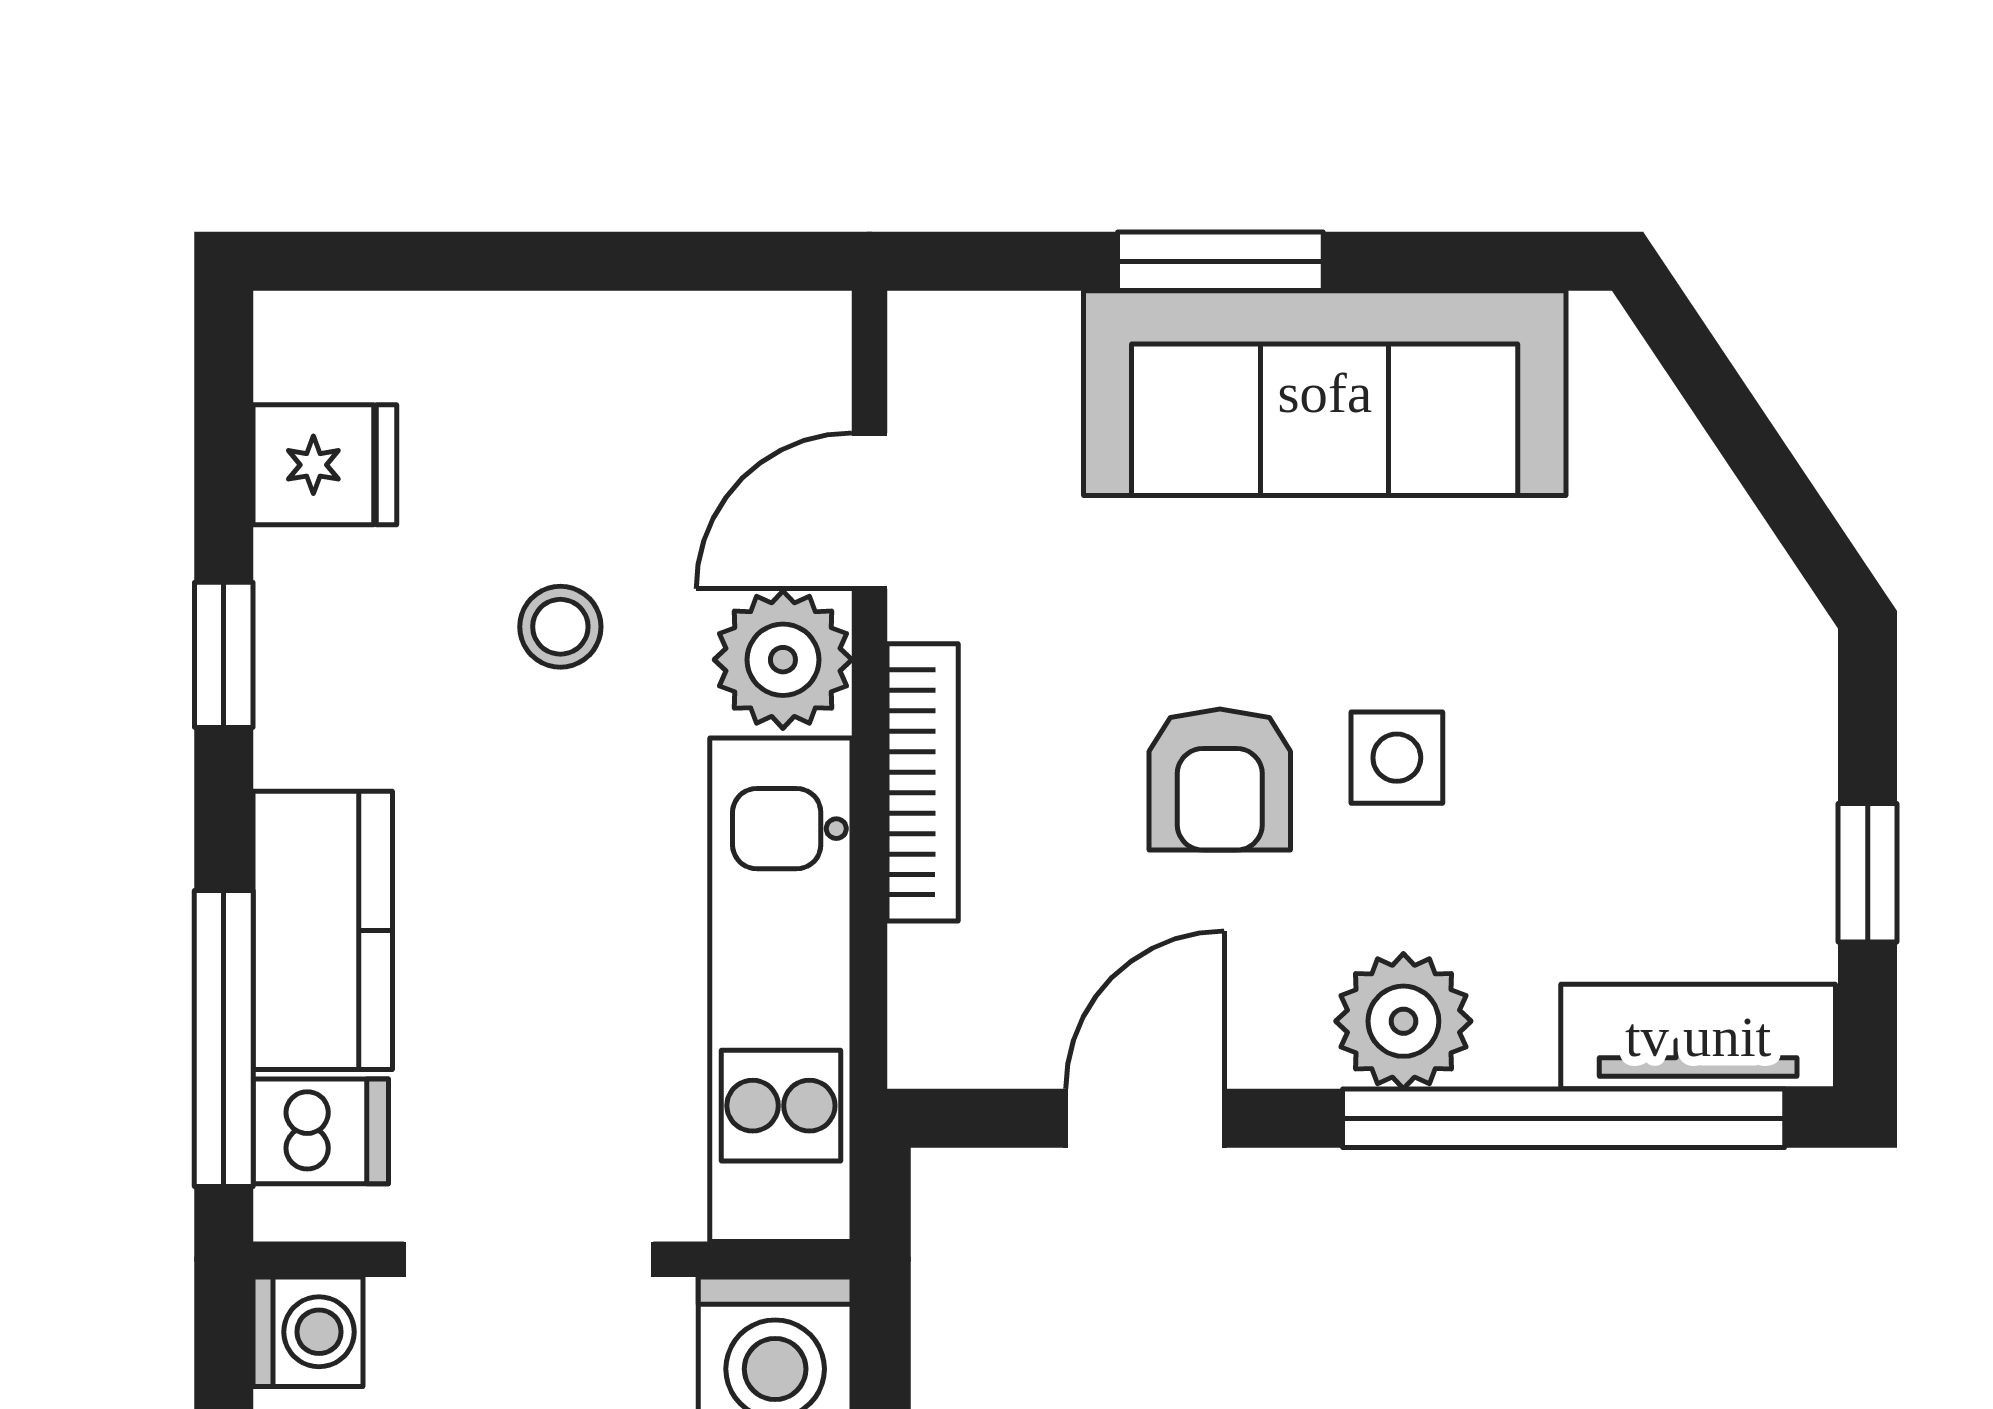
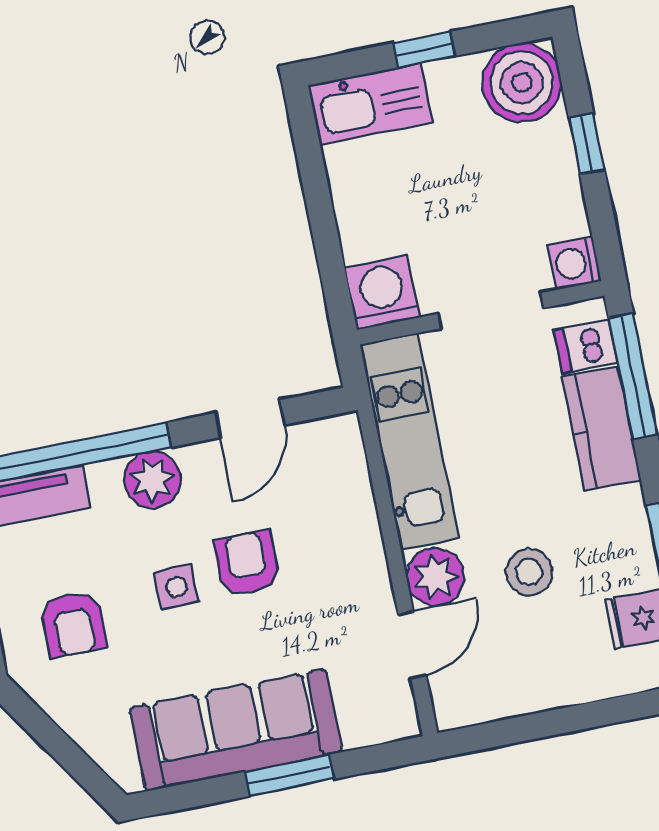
stool: (560, 627) -> (529, 572), width x1.37, depth x1.37
armchair: (1657, 719) -> (73, 624), added
bookcase: (923, 782) -> (368, 538), removed

